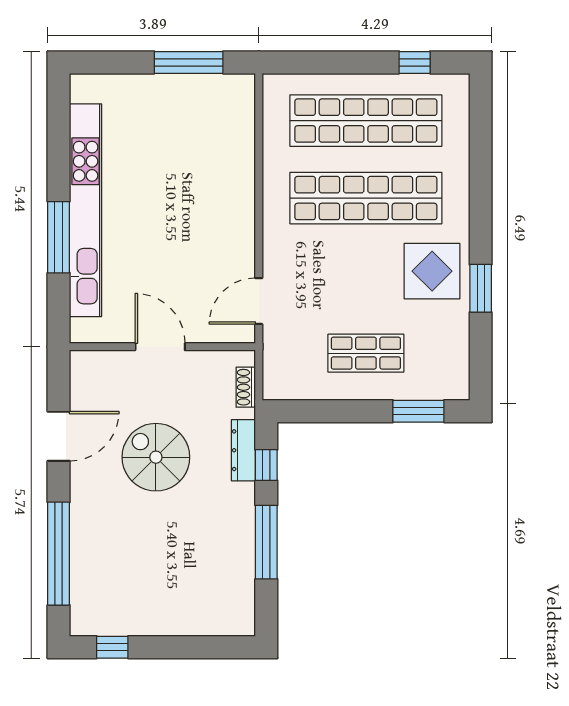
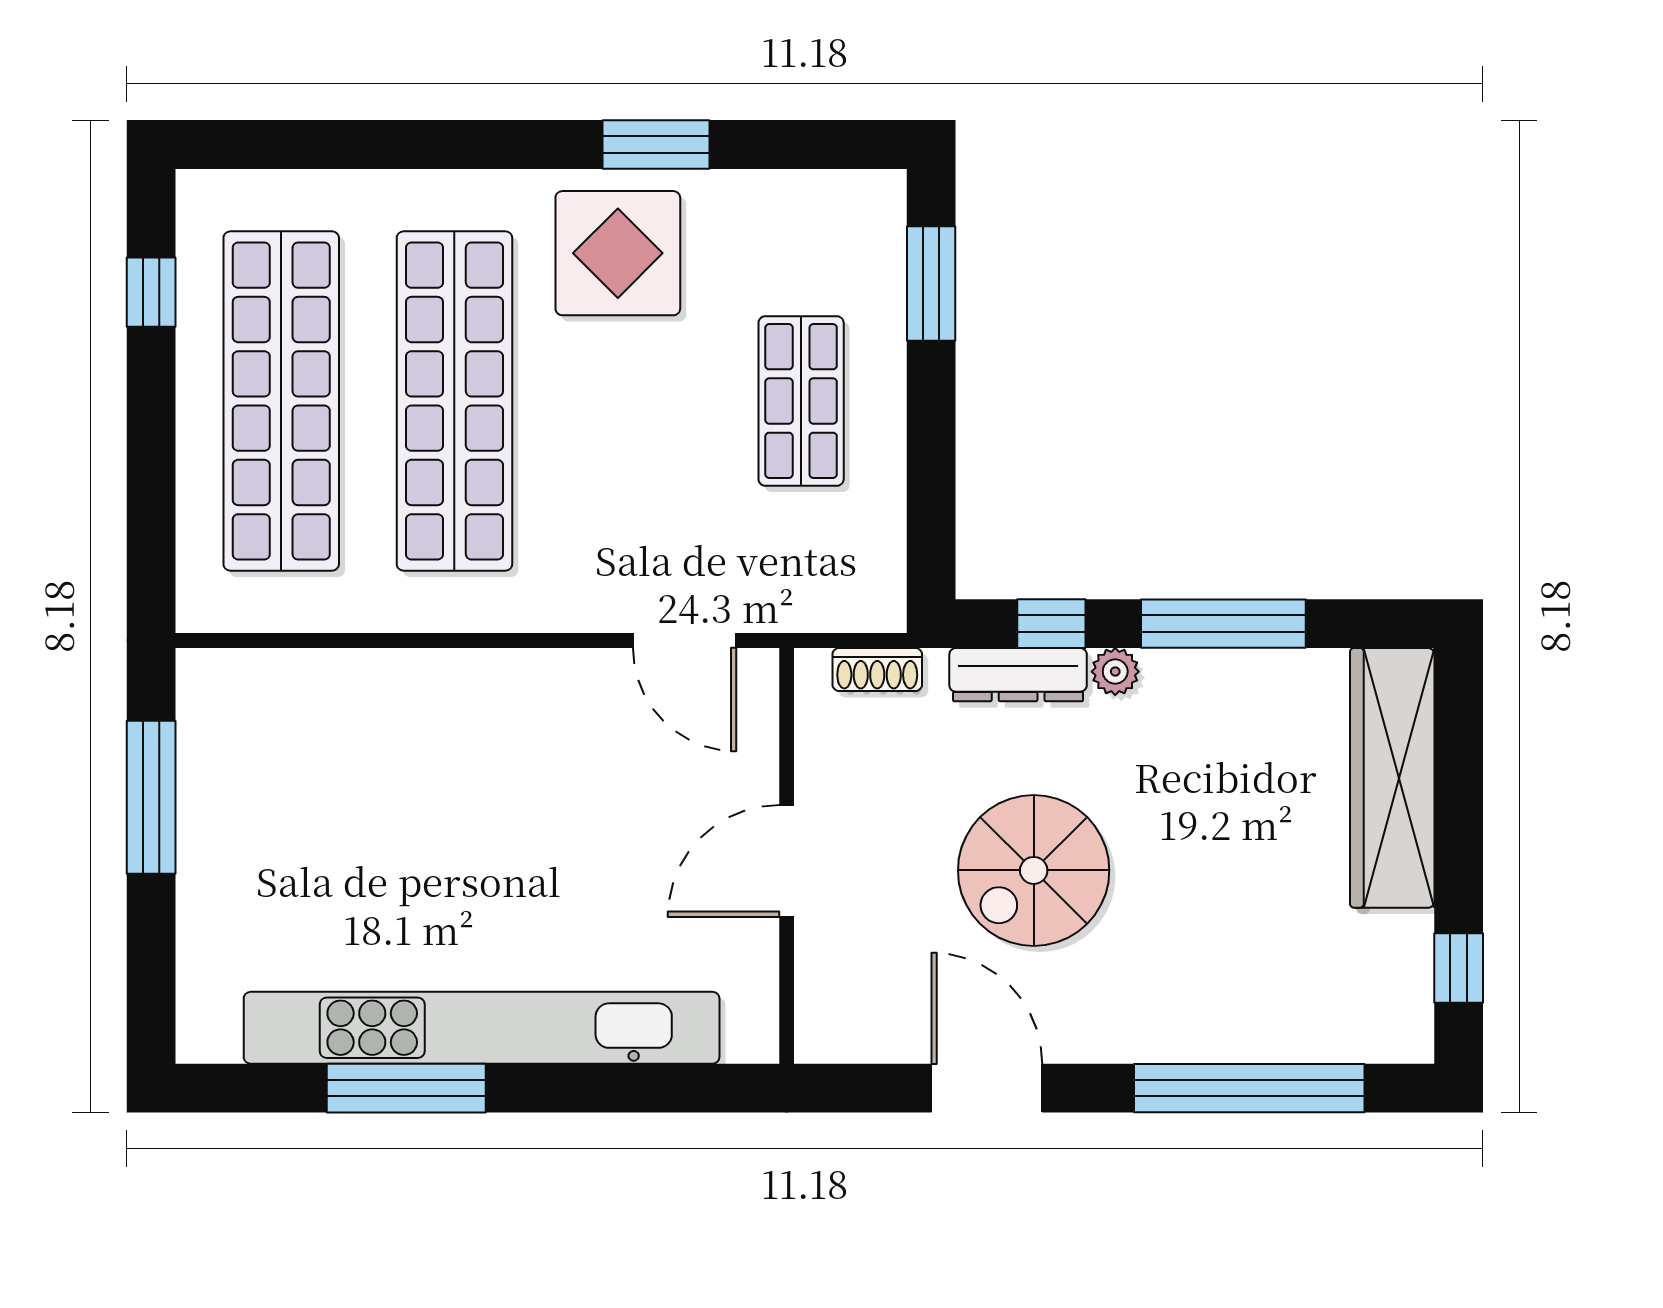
window: (59, 237) -> (406, 1088), moved
plant: (245, 494) -> (1115, 672), added
wardrobe: (197, 618) -> (1392, 778), added

